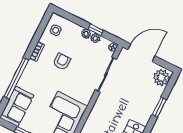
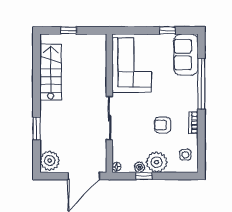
plant: (86, 34) -> (157, 162), width x1.87, depth x1.87
armchair: (62, 62) -> (162, 125), turned 90
sliding door: (106, 75) -> (109, 118), moved

